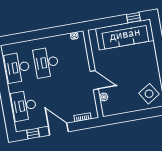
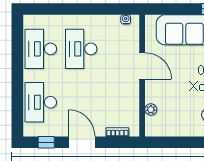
door: (94, 80) -> (142, 66), moved

